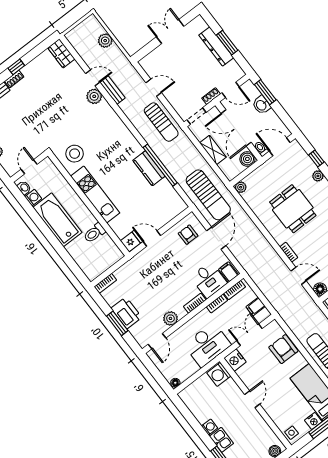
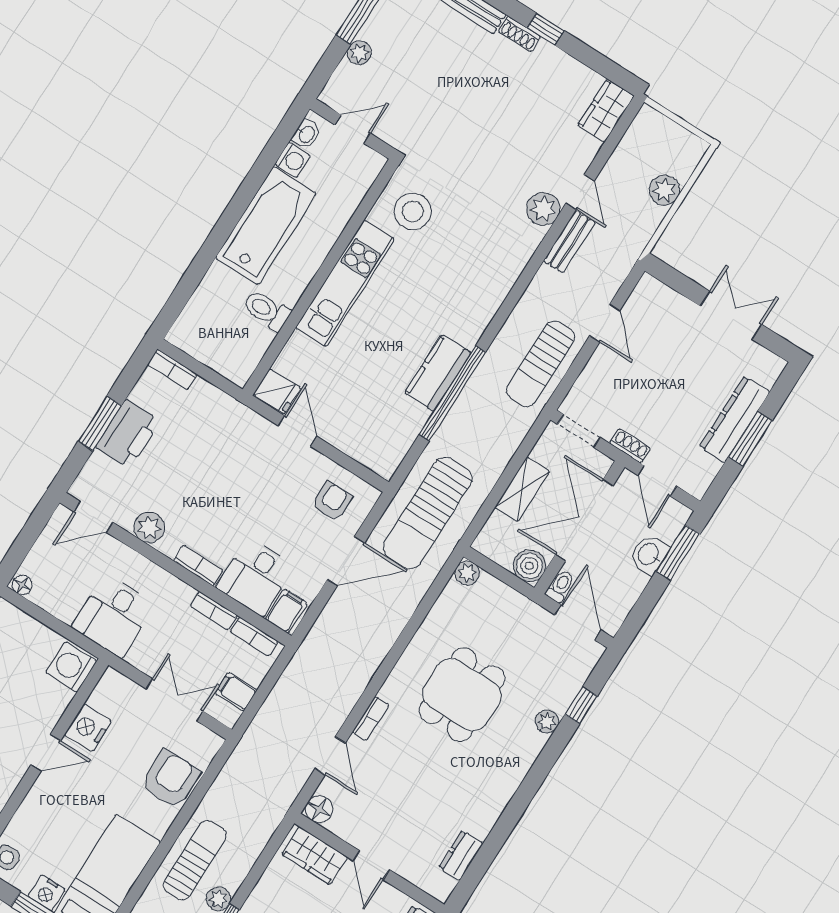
desk: (207, 345) -> (114, 616), width x0.73
nightstand: (235, 360) -> (88, 728), moved

